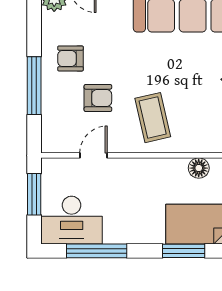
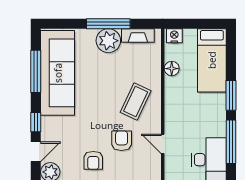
coffee table: (153, 118) -> (136, 101), turned -52
window: (184, 251) -> (231, 95), moved

